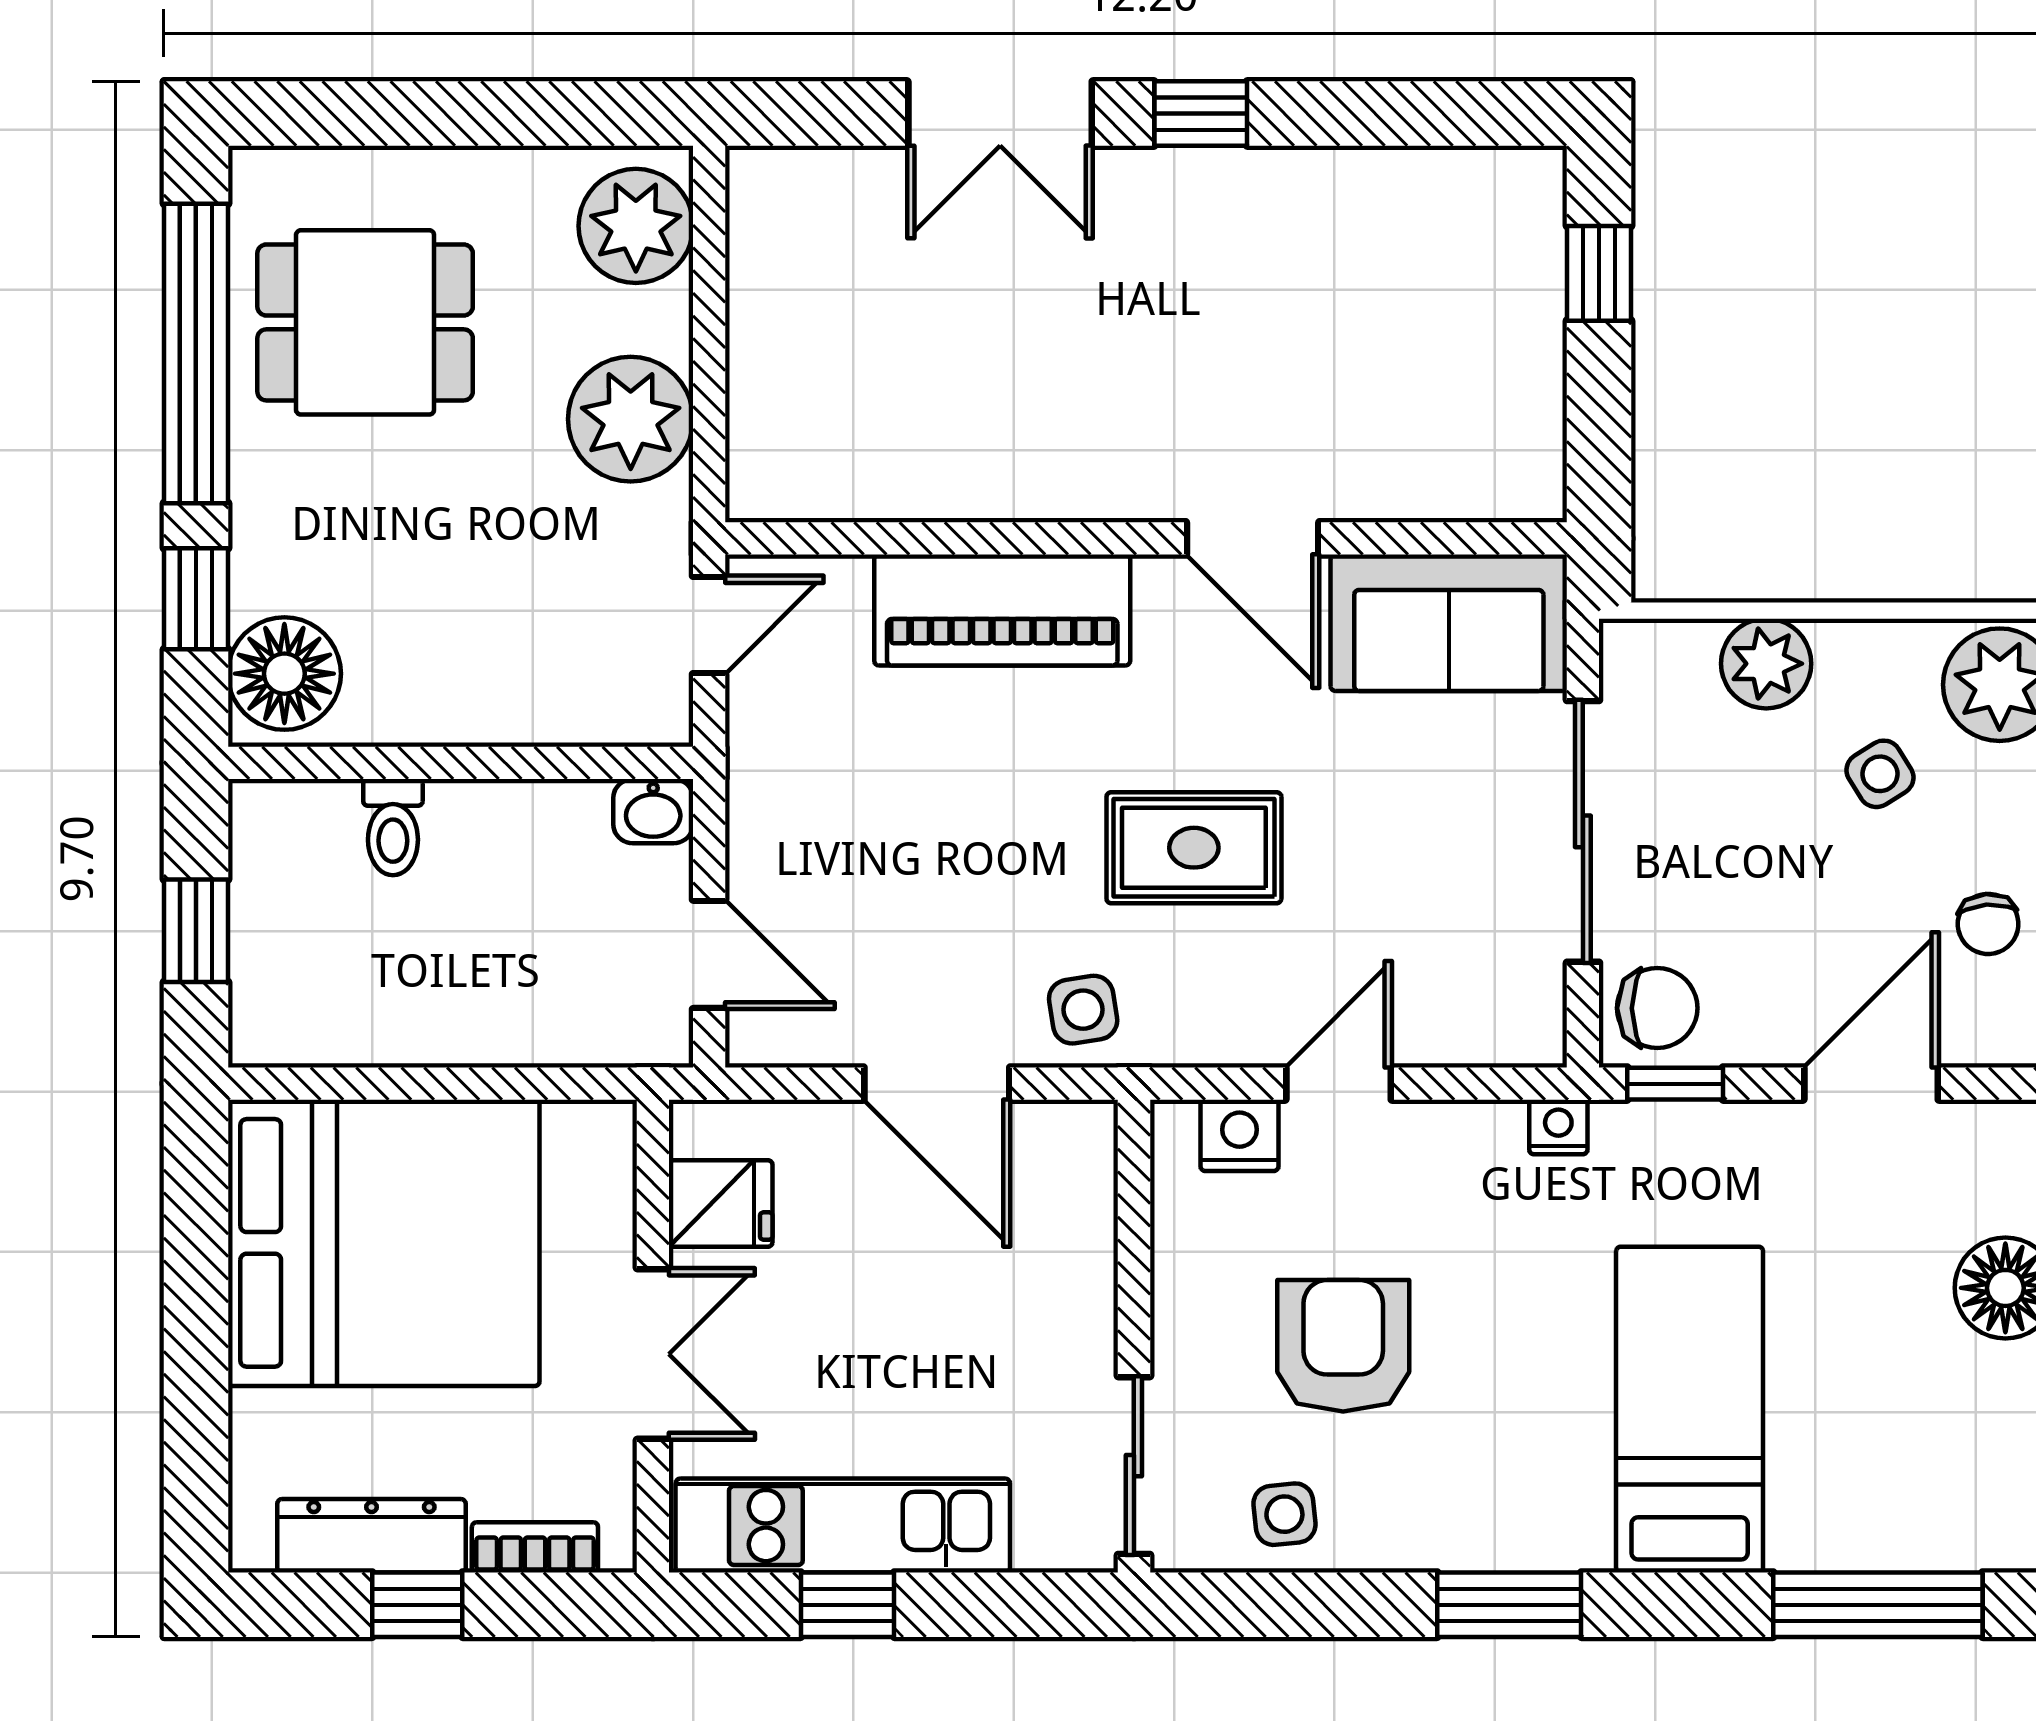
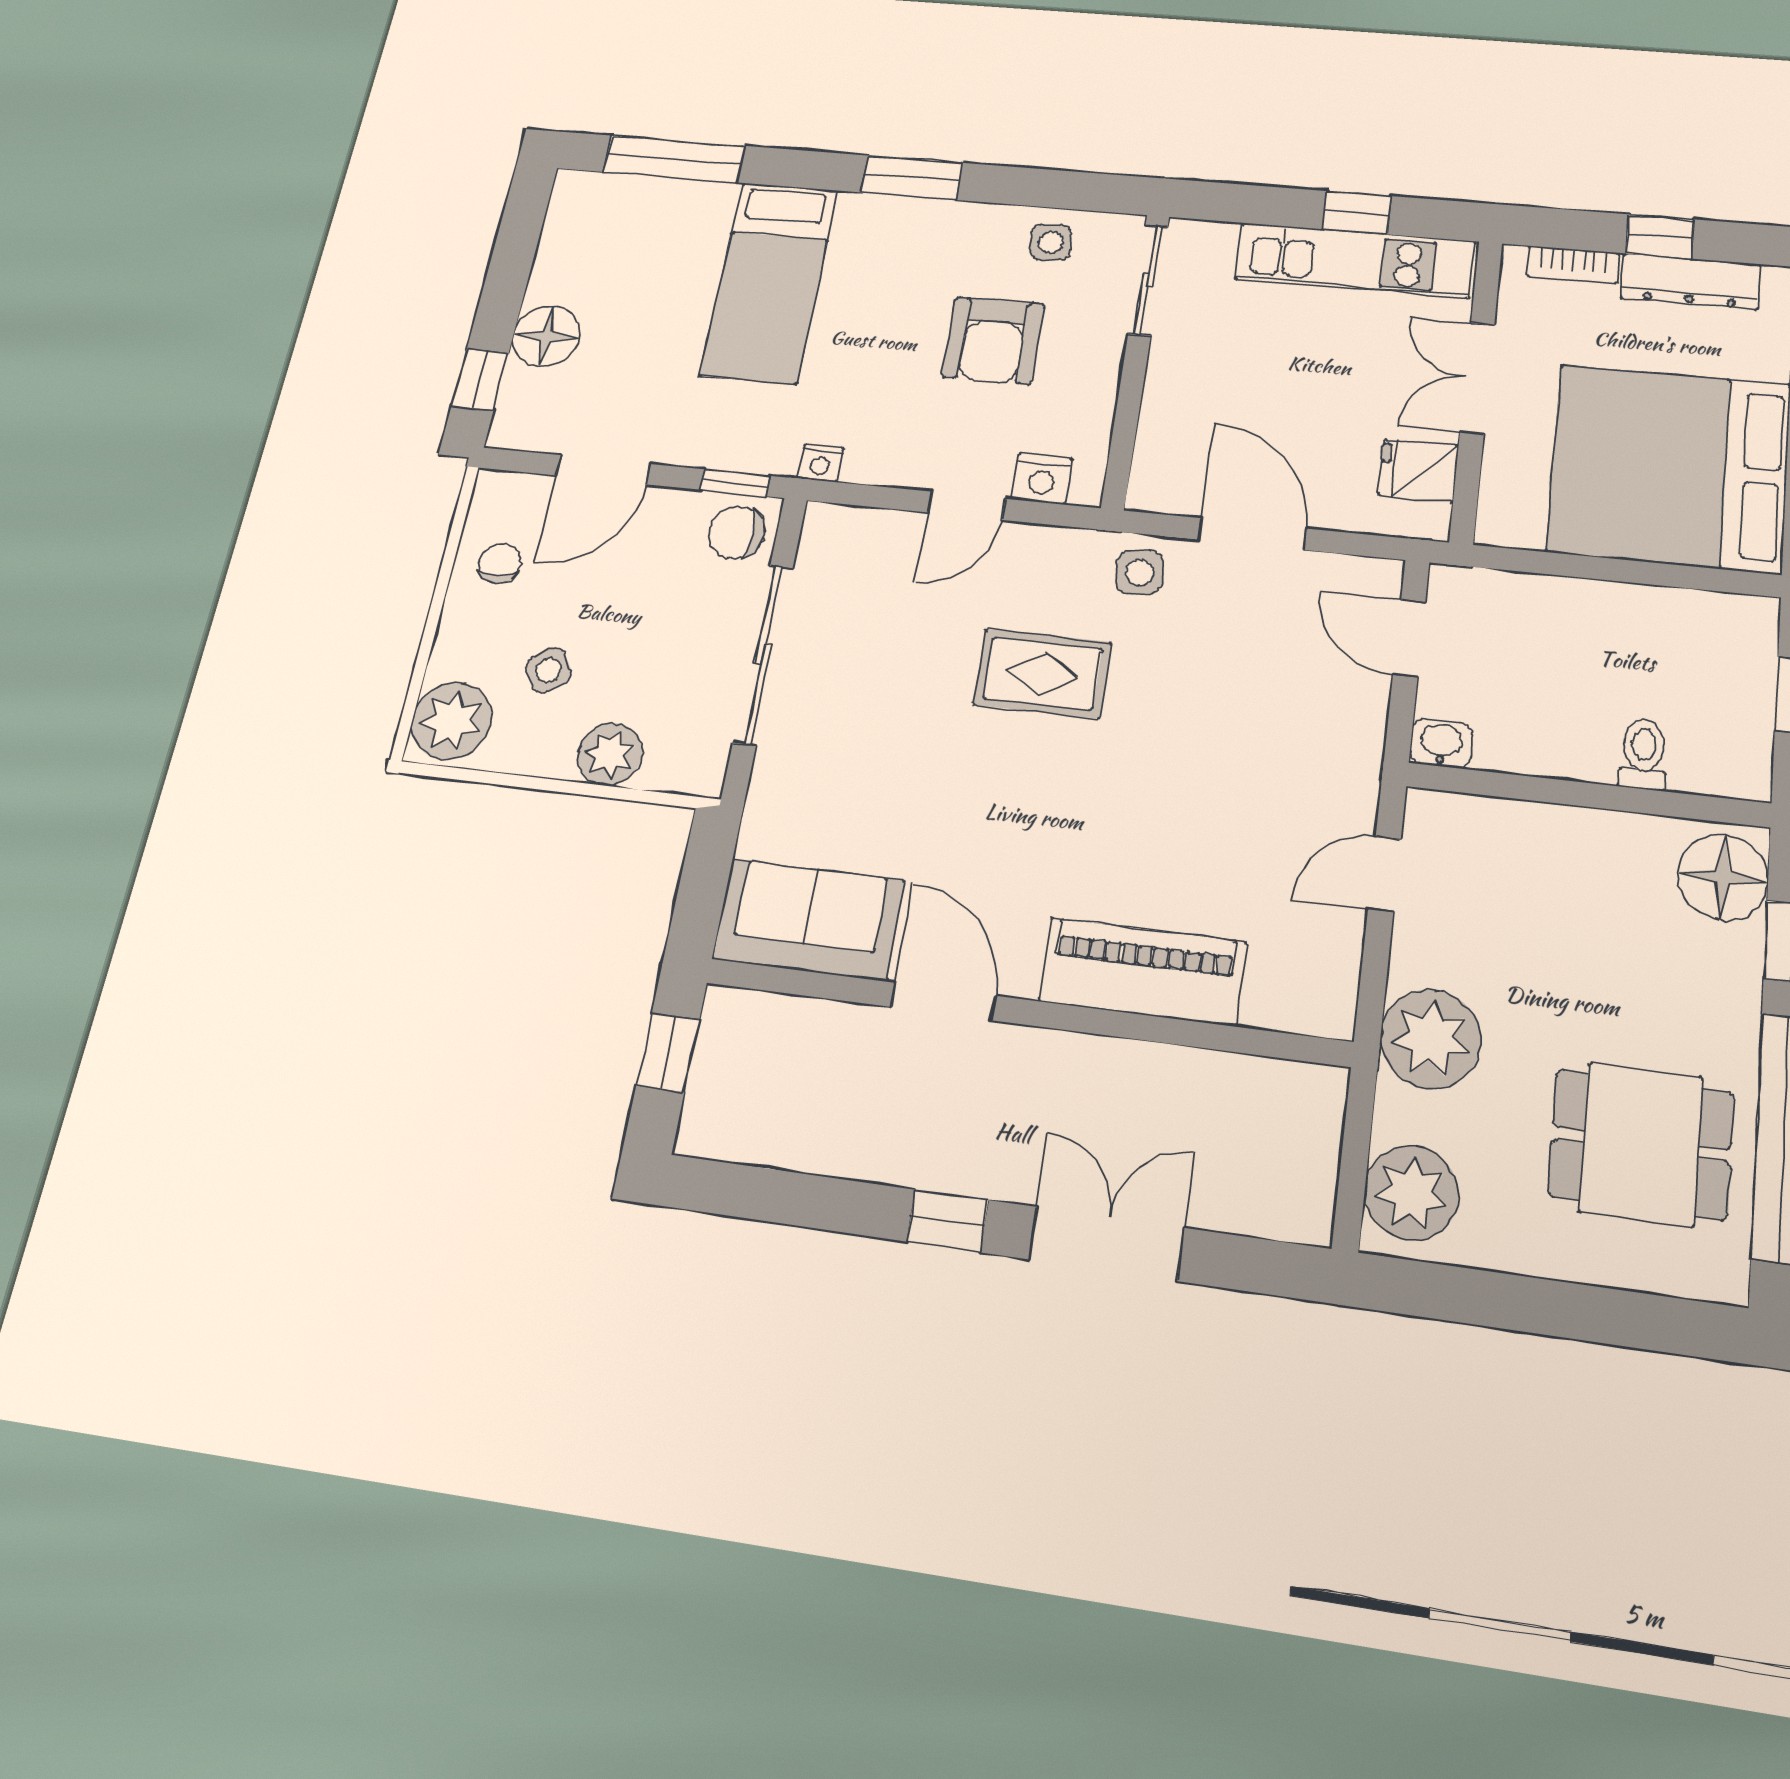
wall: (1146, 538) -> (1024, 1012), moved
door: (1253, 538) -> (943, 1001), moved
piano: (1002, 610) -> (1143, 972), moved
sofa: (1449, 623) -> (808, 920), moved

